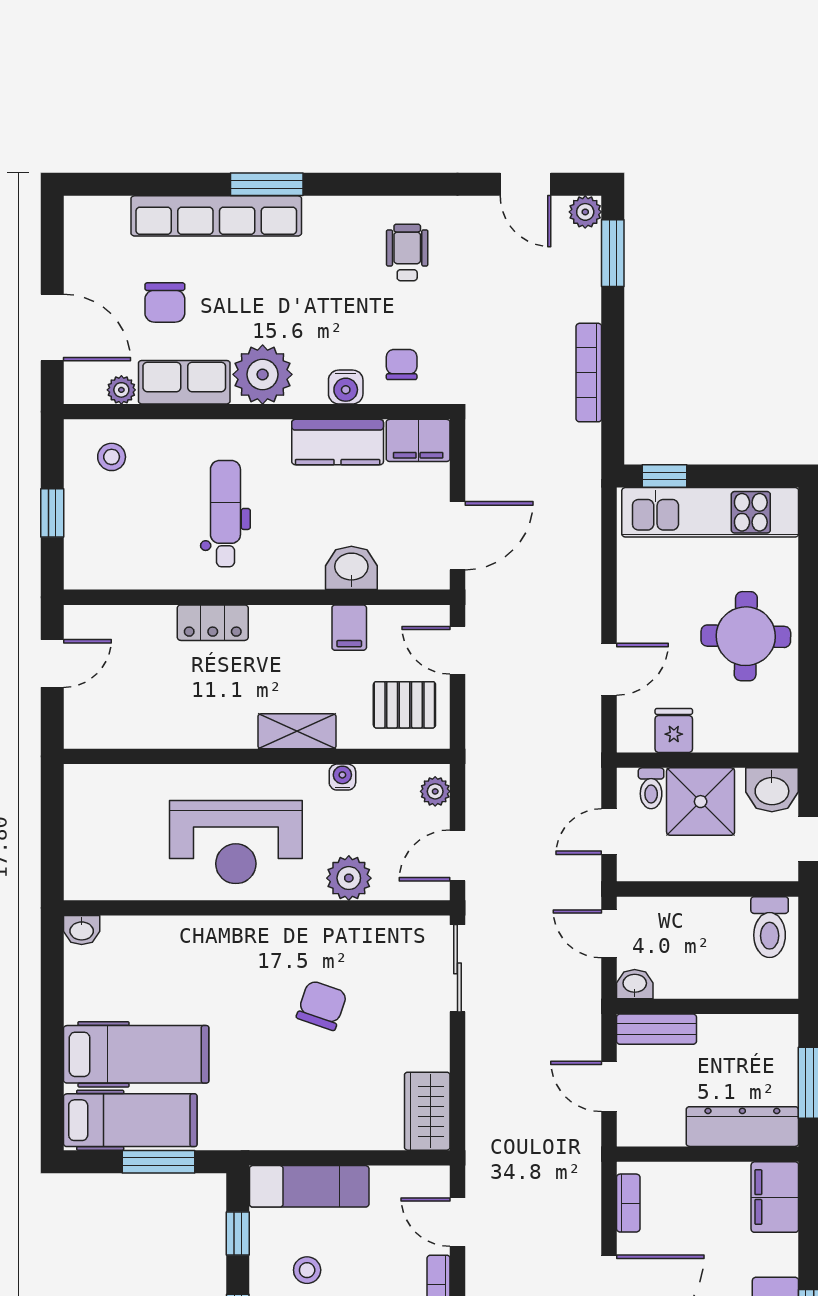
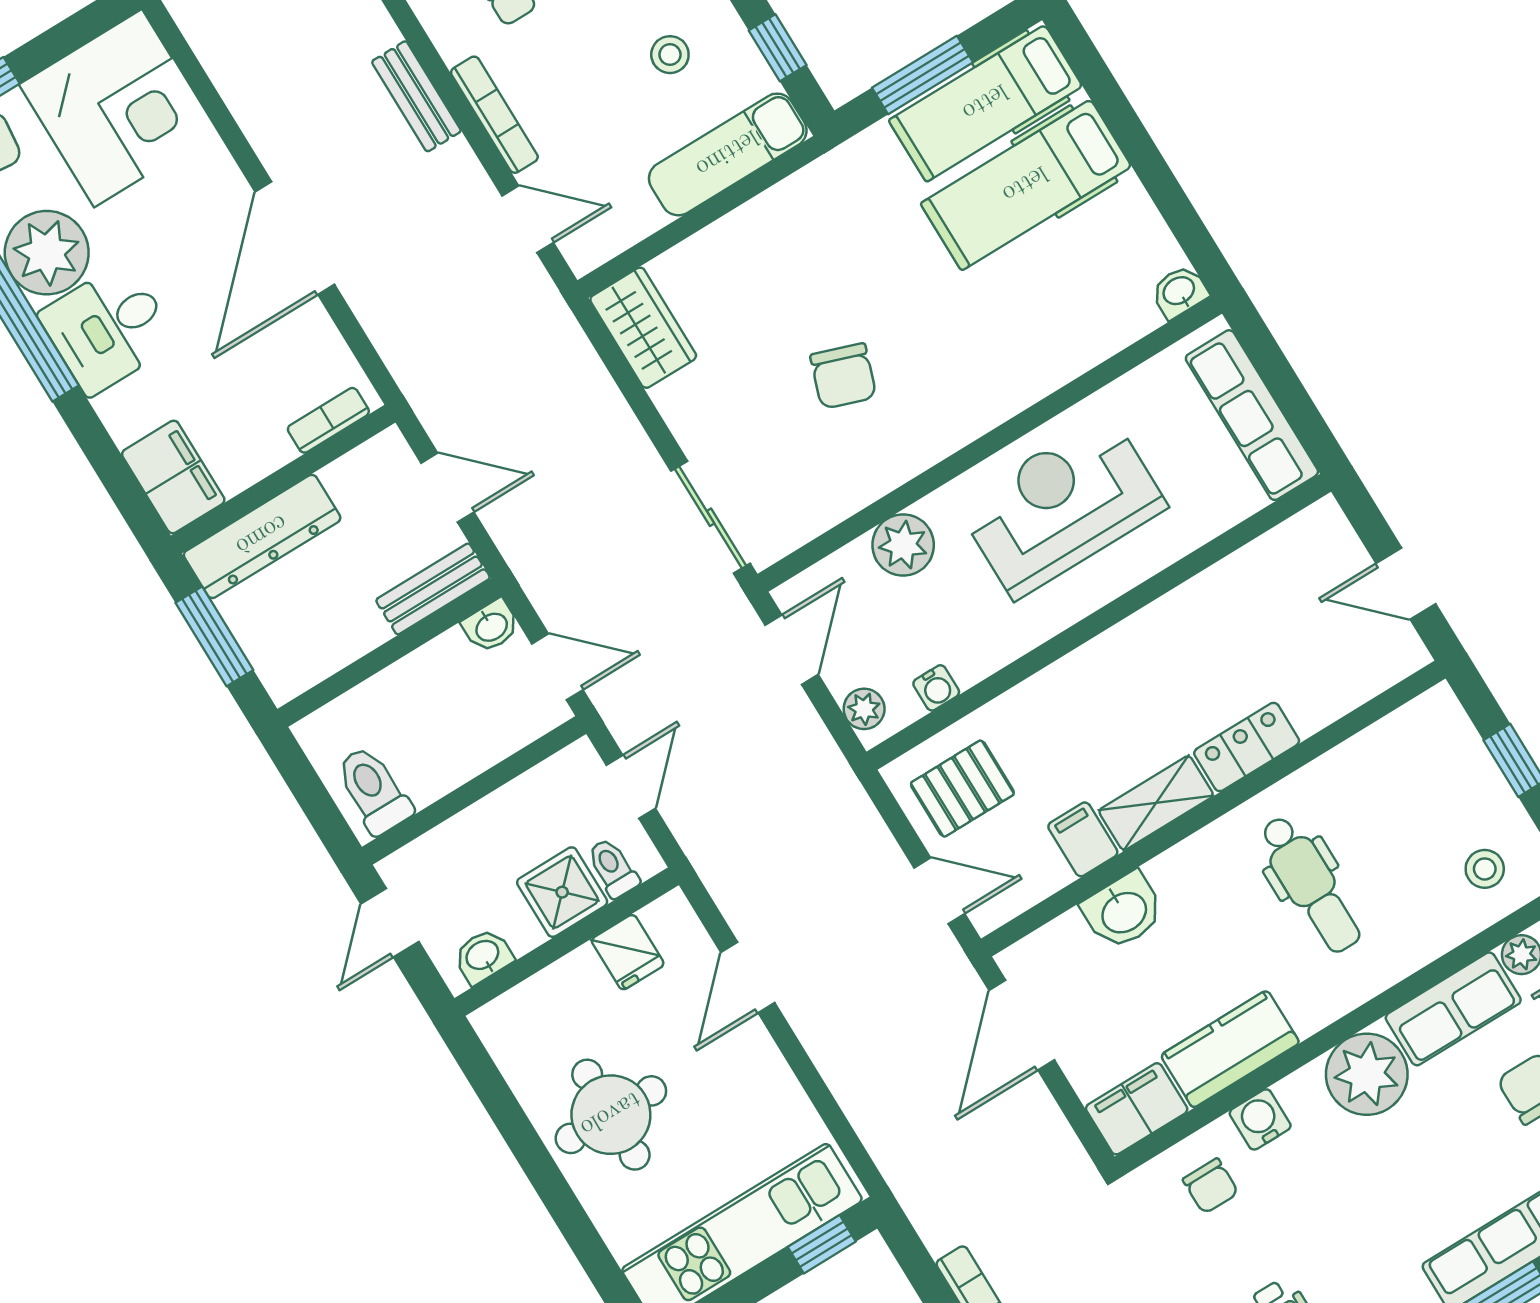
door: (52, 663) -> (1406, 584), hinge flipped
shelving: (297, 731) -> (1156, 803), moved
water cooler: (342, 777) -> (936, 688), moved
washbasin: (772, 790) -> (483, 956), width x0.72, depth x0.69
shower: (701, 802) -> (562, 892), width x0.73, depth x0.73
row of seats: (84, 826) -> (1252, 415), added
bookcase: (628, 1203) -> (328, 420), moved, turned 90

